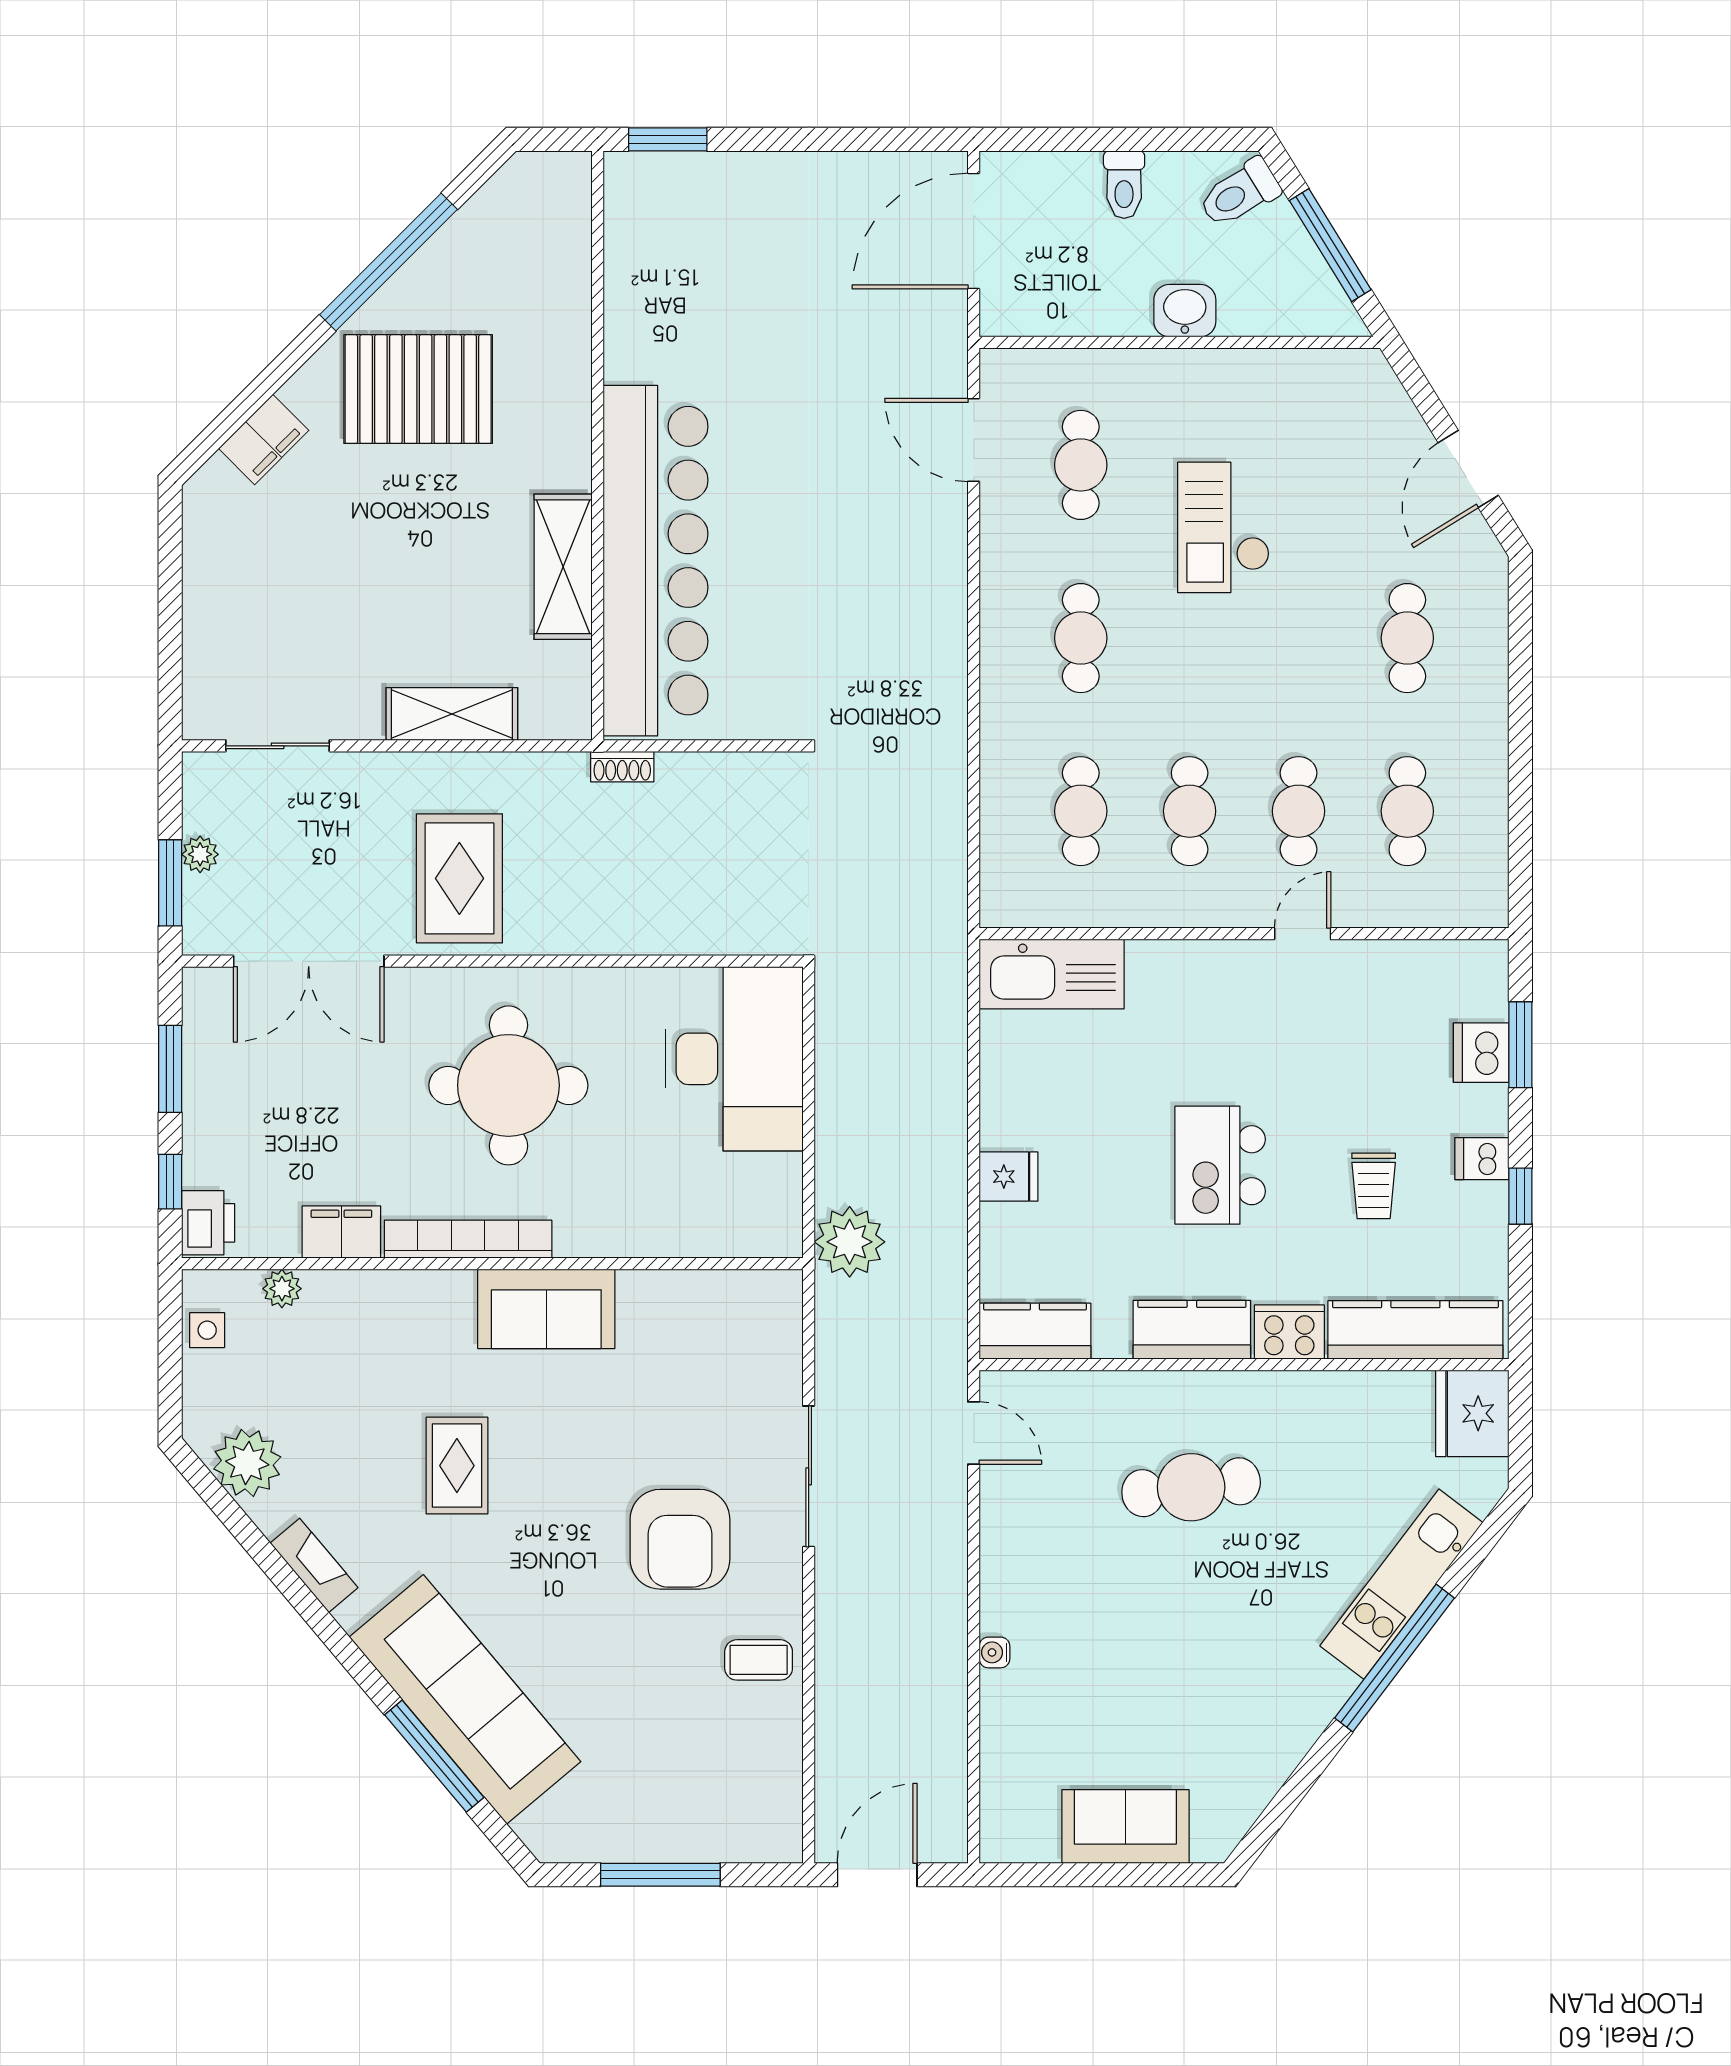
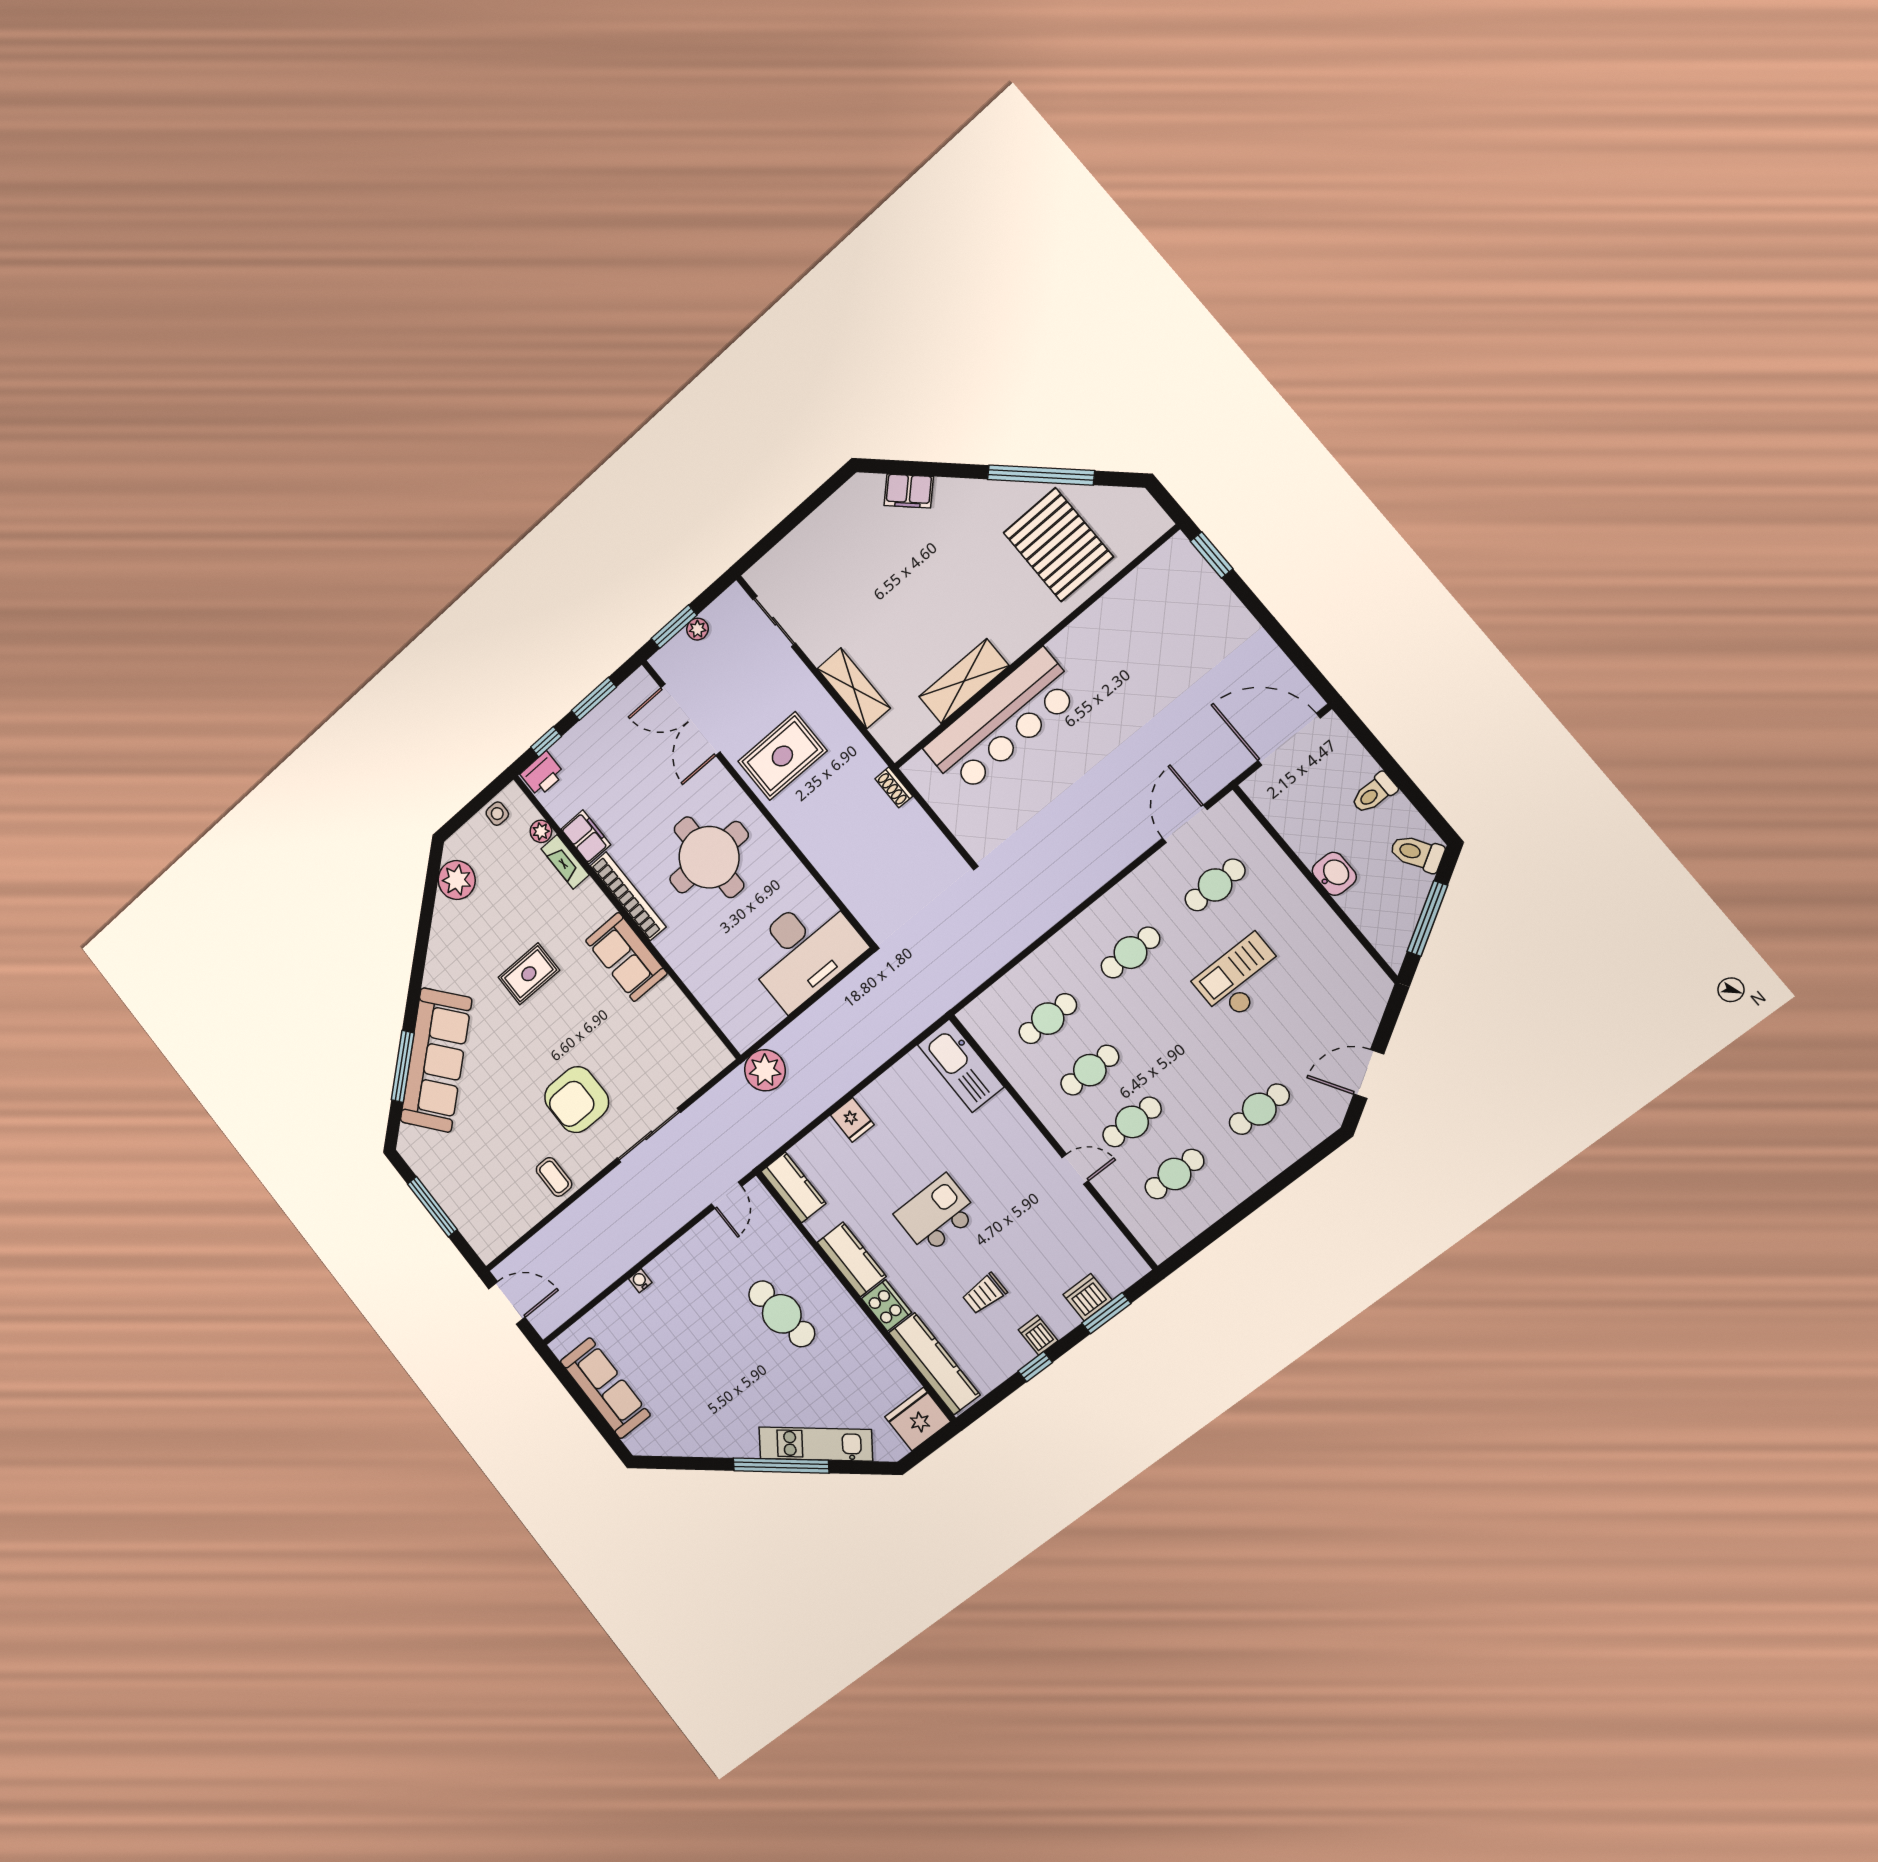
pallet: (418, 389) -> (1058, 545), moved
bar counter: (656, 561) -> (1002, 722), width x0.73
fireplace: (314, 1565) -> (565, 862), moved, turned 130
sofa: (1125, 1826) -> (605, 1388), width x1.36

